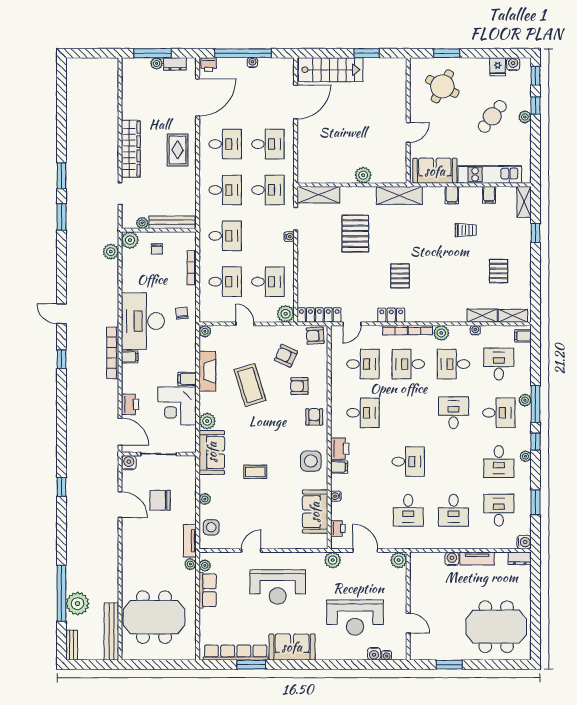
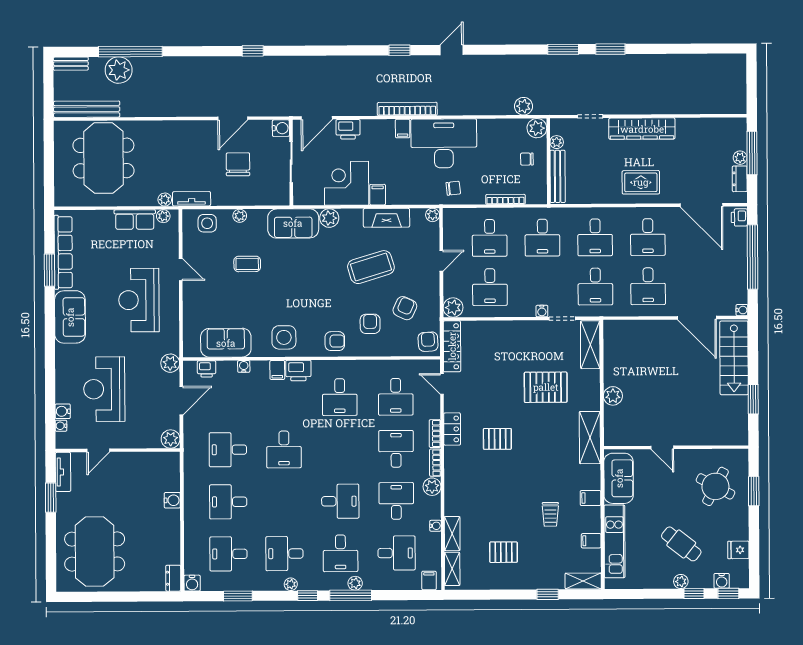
water cooler: (252, 63) -> (742, 310), moved
water cooler: (513, 64) -> (722, 581), moved, turned 90
coffee table: (255, 472) -> (247, 264), moved, turned 90
desk: (499, 510) -> (228, 554), turned 180
tv unit: (477, 559) -> (63, 472), moved, turned 180

